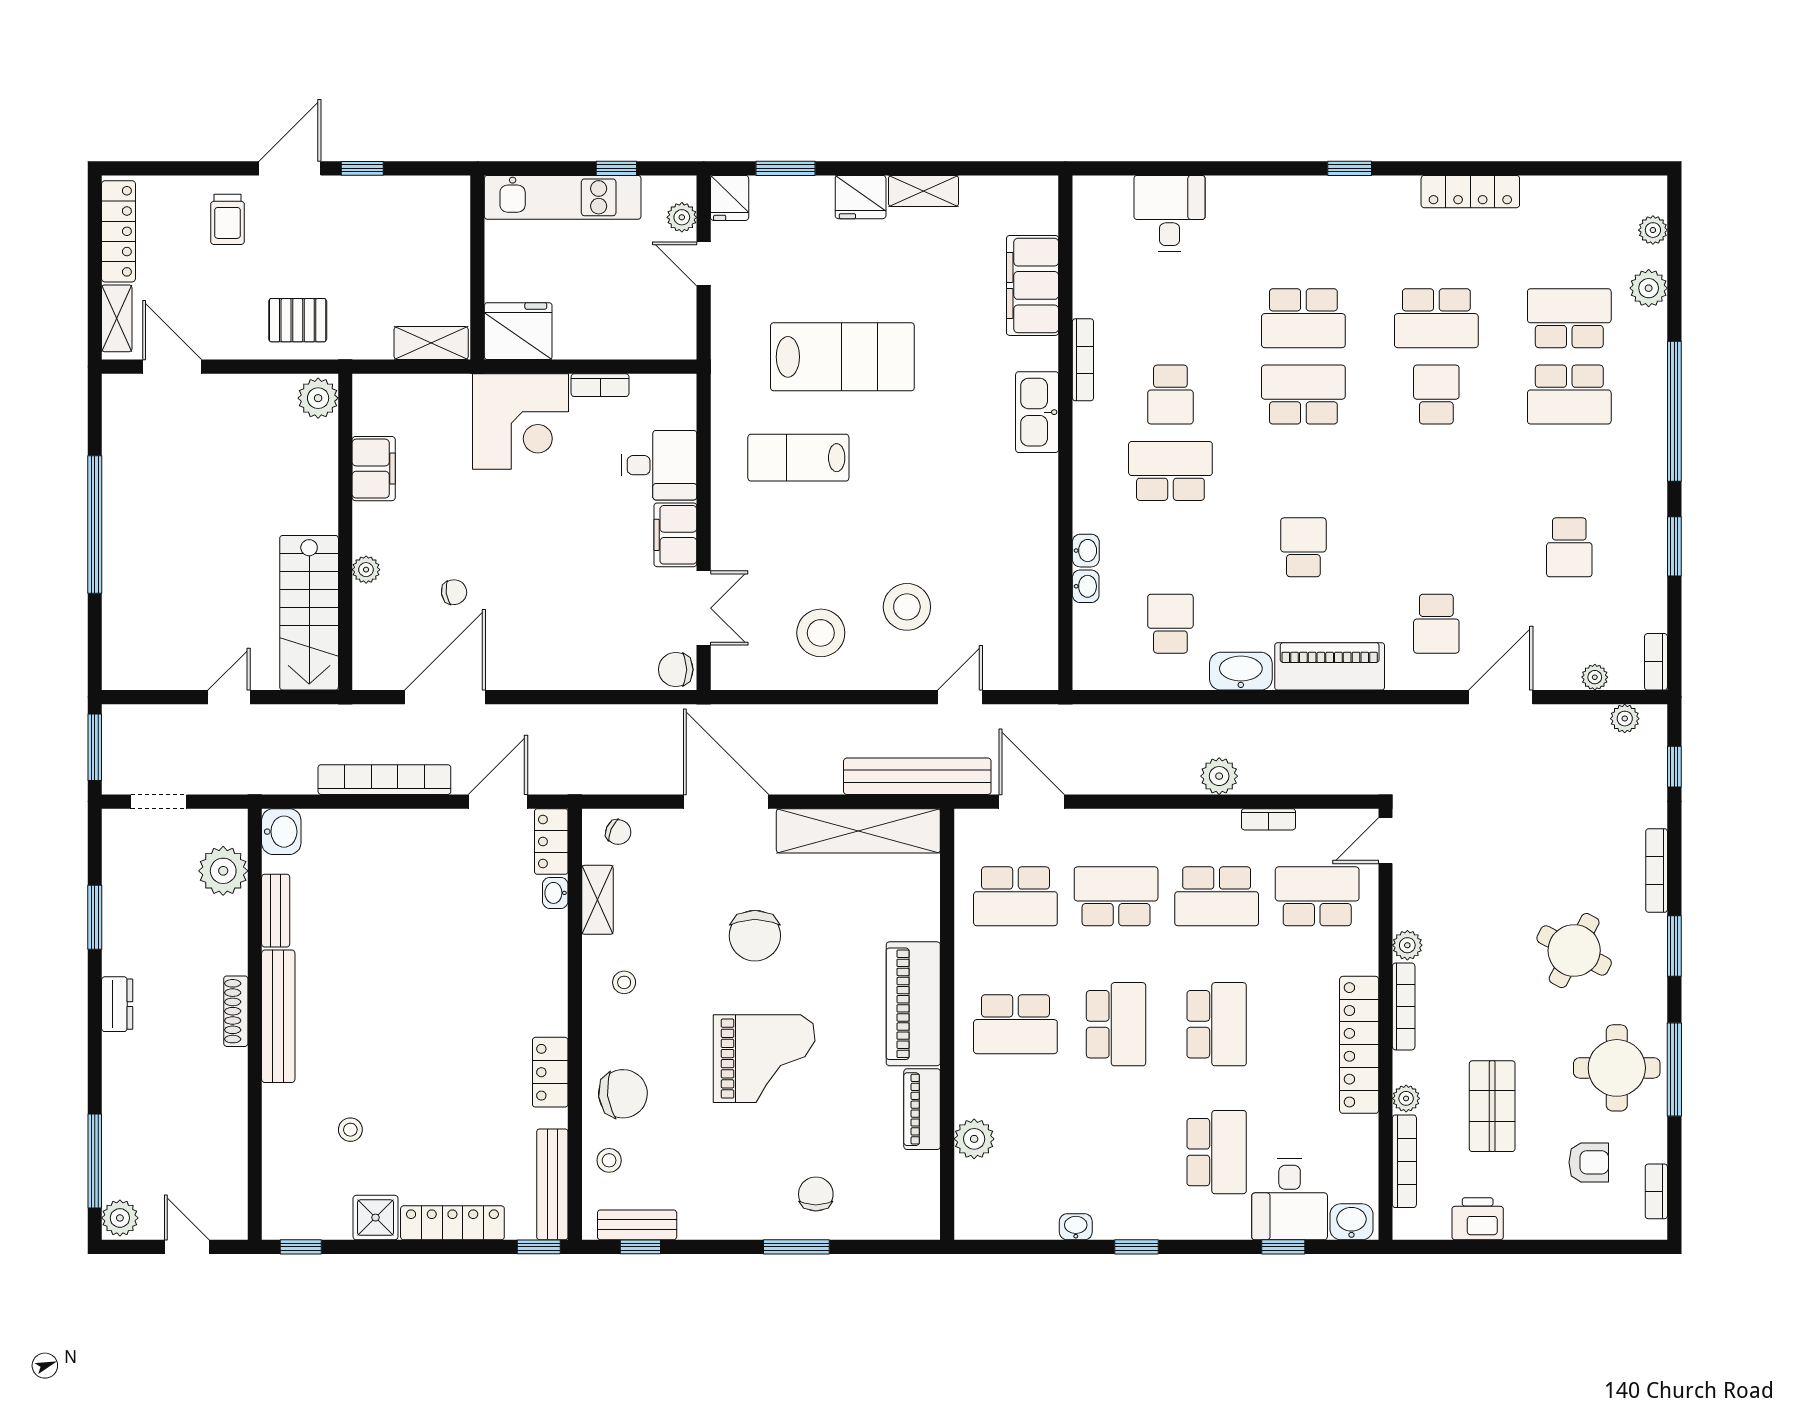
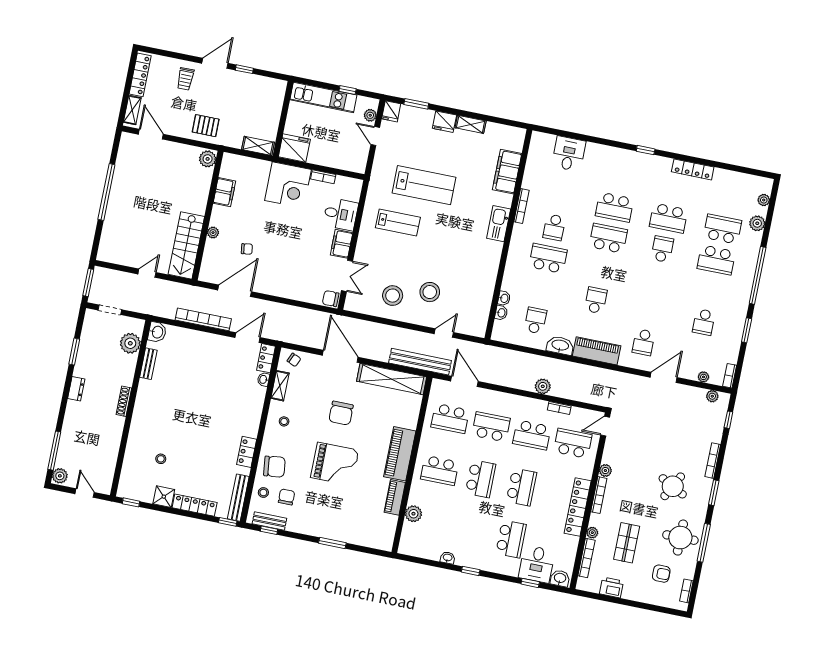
lab bench: (798, 458) -> (398, 222), turned 180
washbasin: (1086, 551) -> (501, 313), moved
bench: (278, 1016) -> (141, 407), removed
chair: (816, 1194) -> (287, 497), moved

